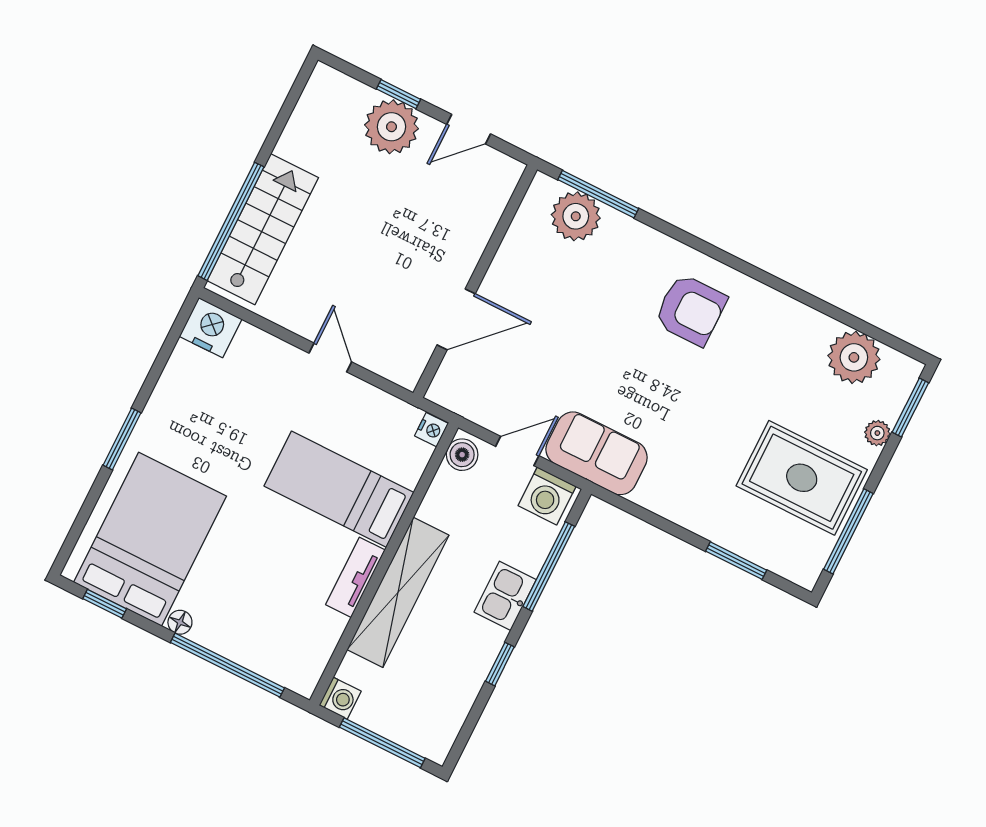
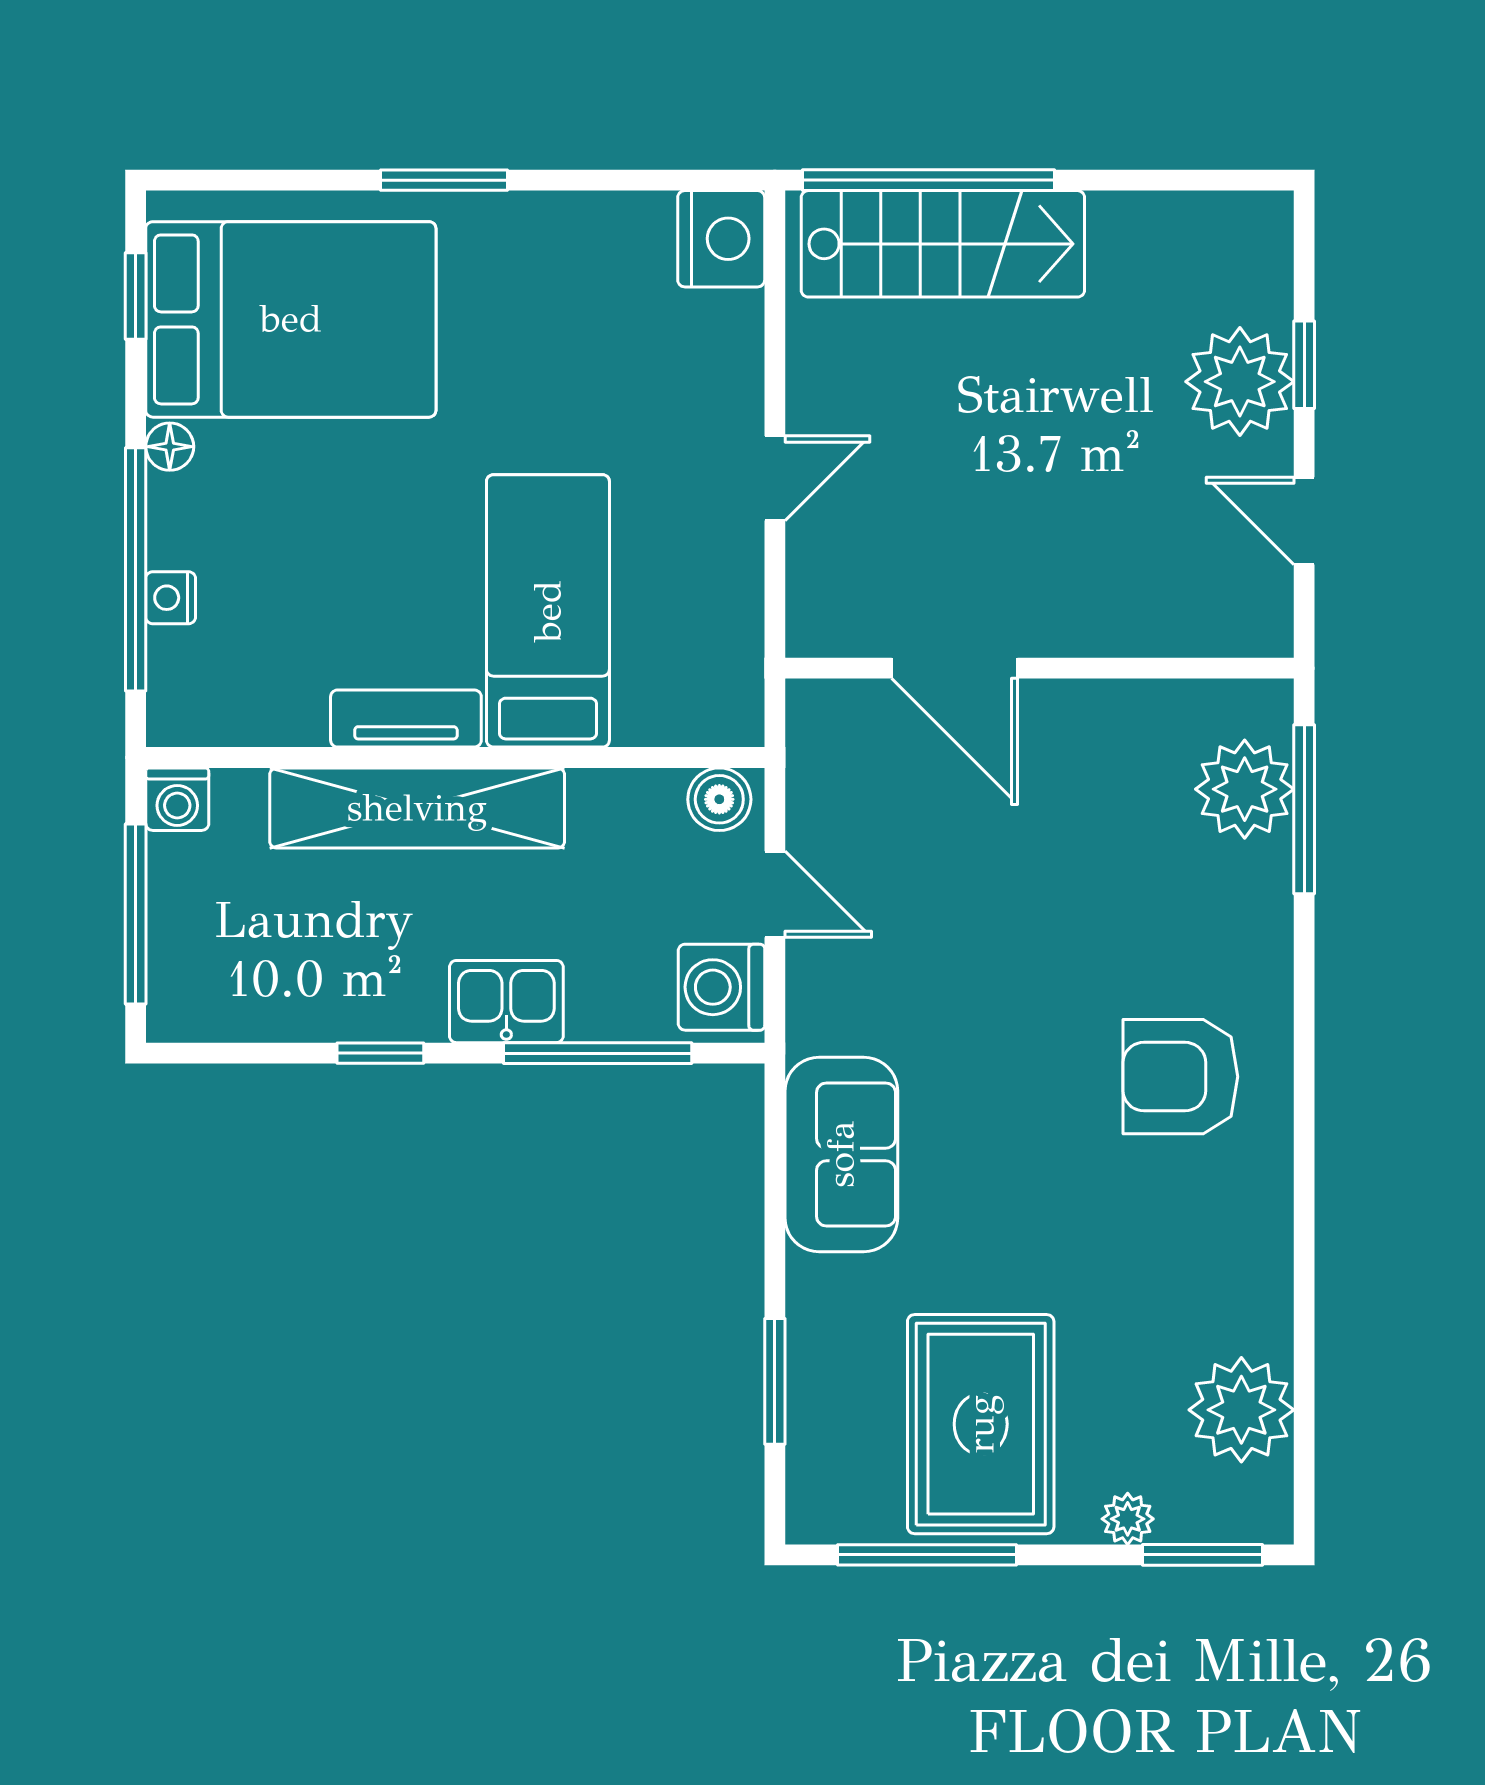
armchair: (690, 310) -> (1180, 1077), turned 90
nightstand: (431, 430) -> (171, 598), moved, turned 90
sofa: (597, 453) -> (841, 1154), moved

